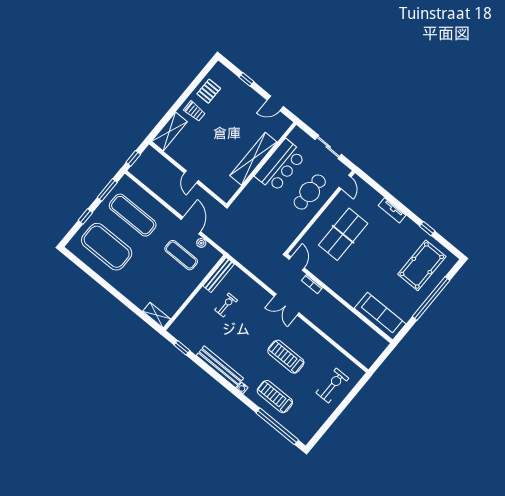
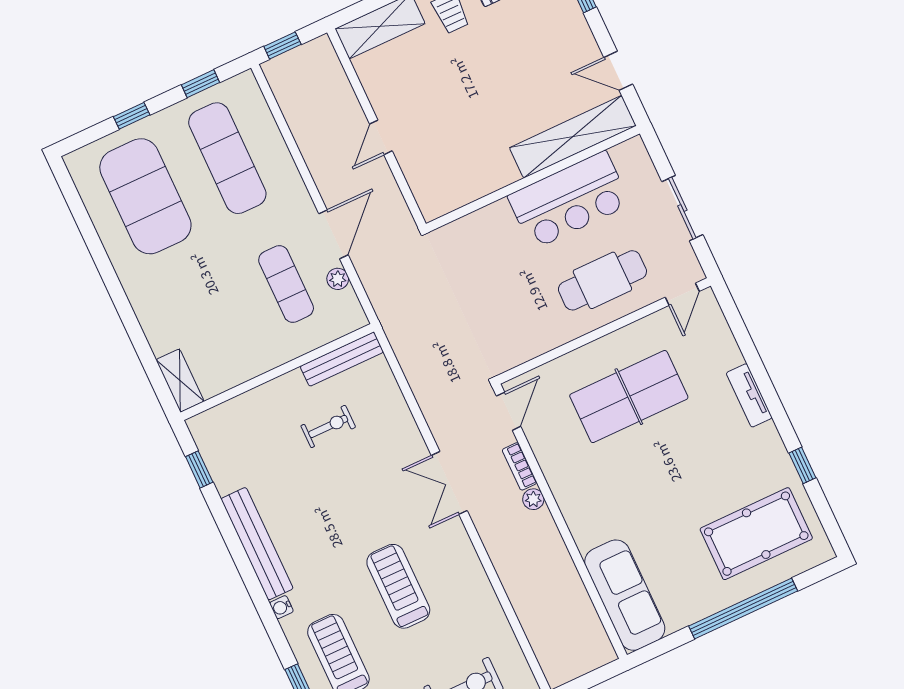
shelving: (253, 159) -> (573, 137), moved
window: (107, 190) -> (201, 84), width x0.67
plant: (324, 295) -> (533, 499), added

